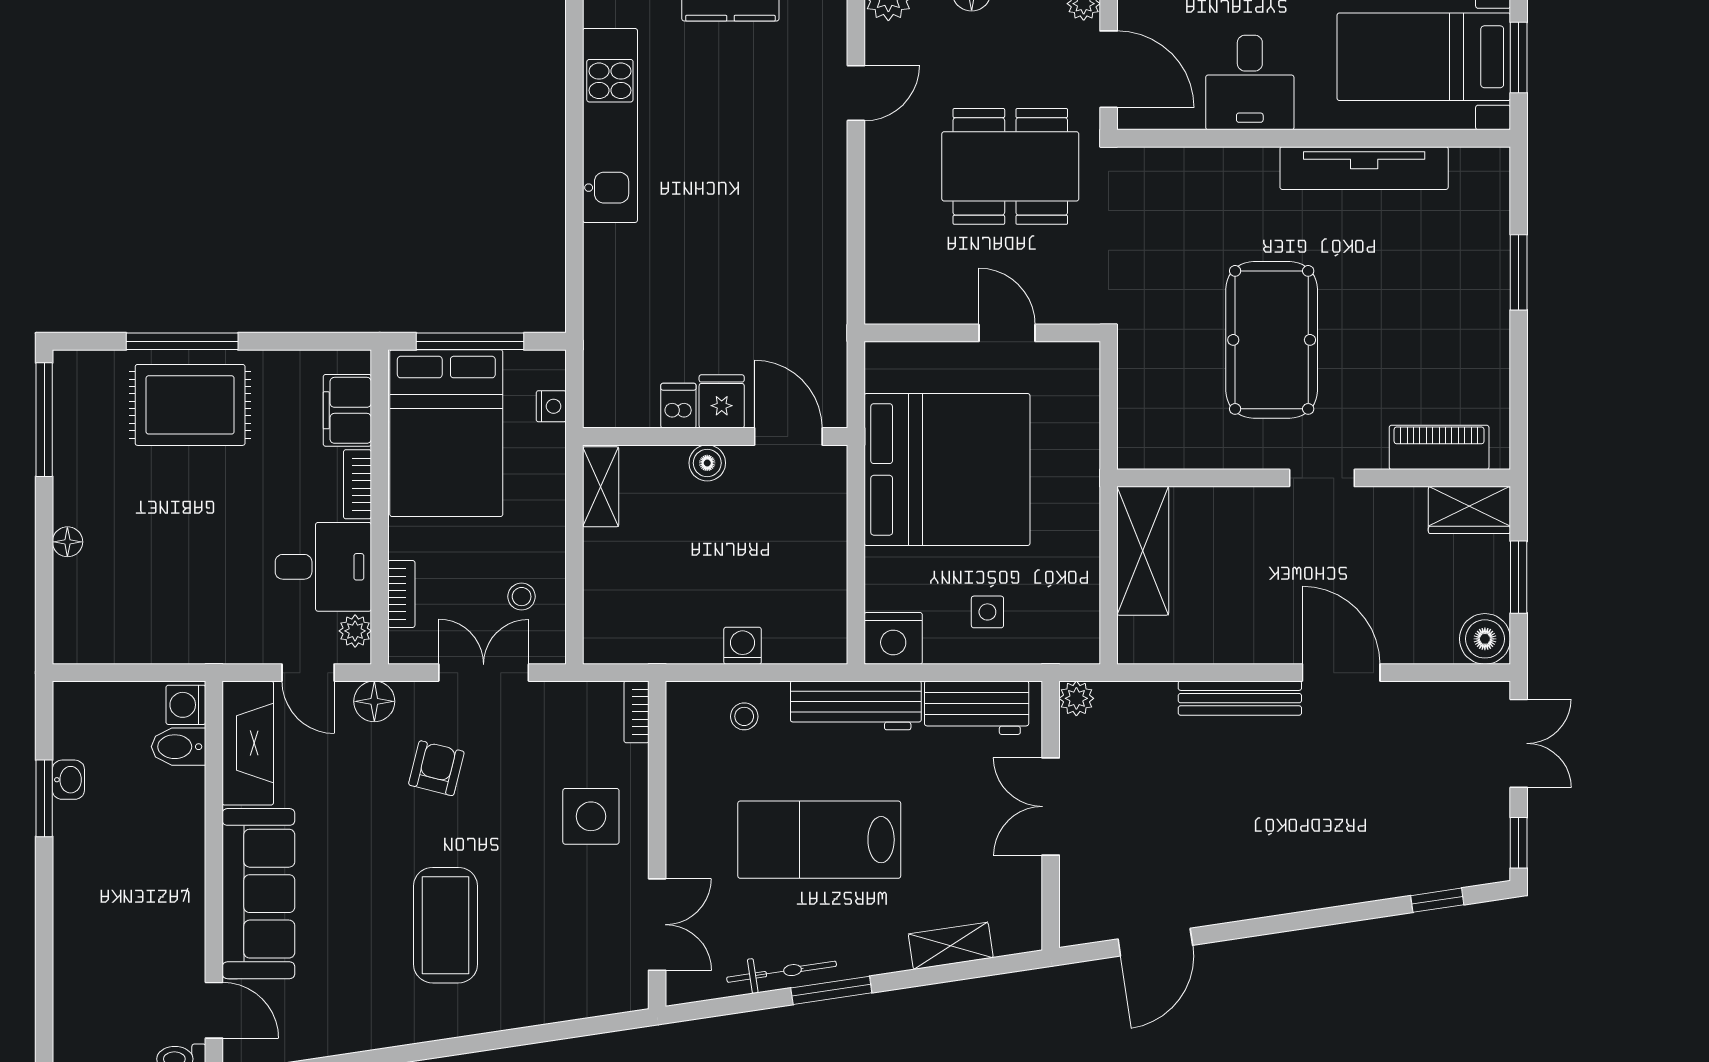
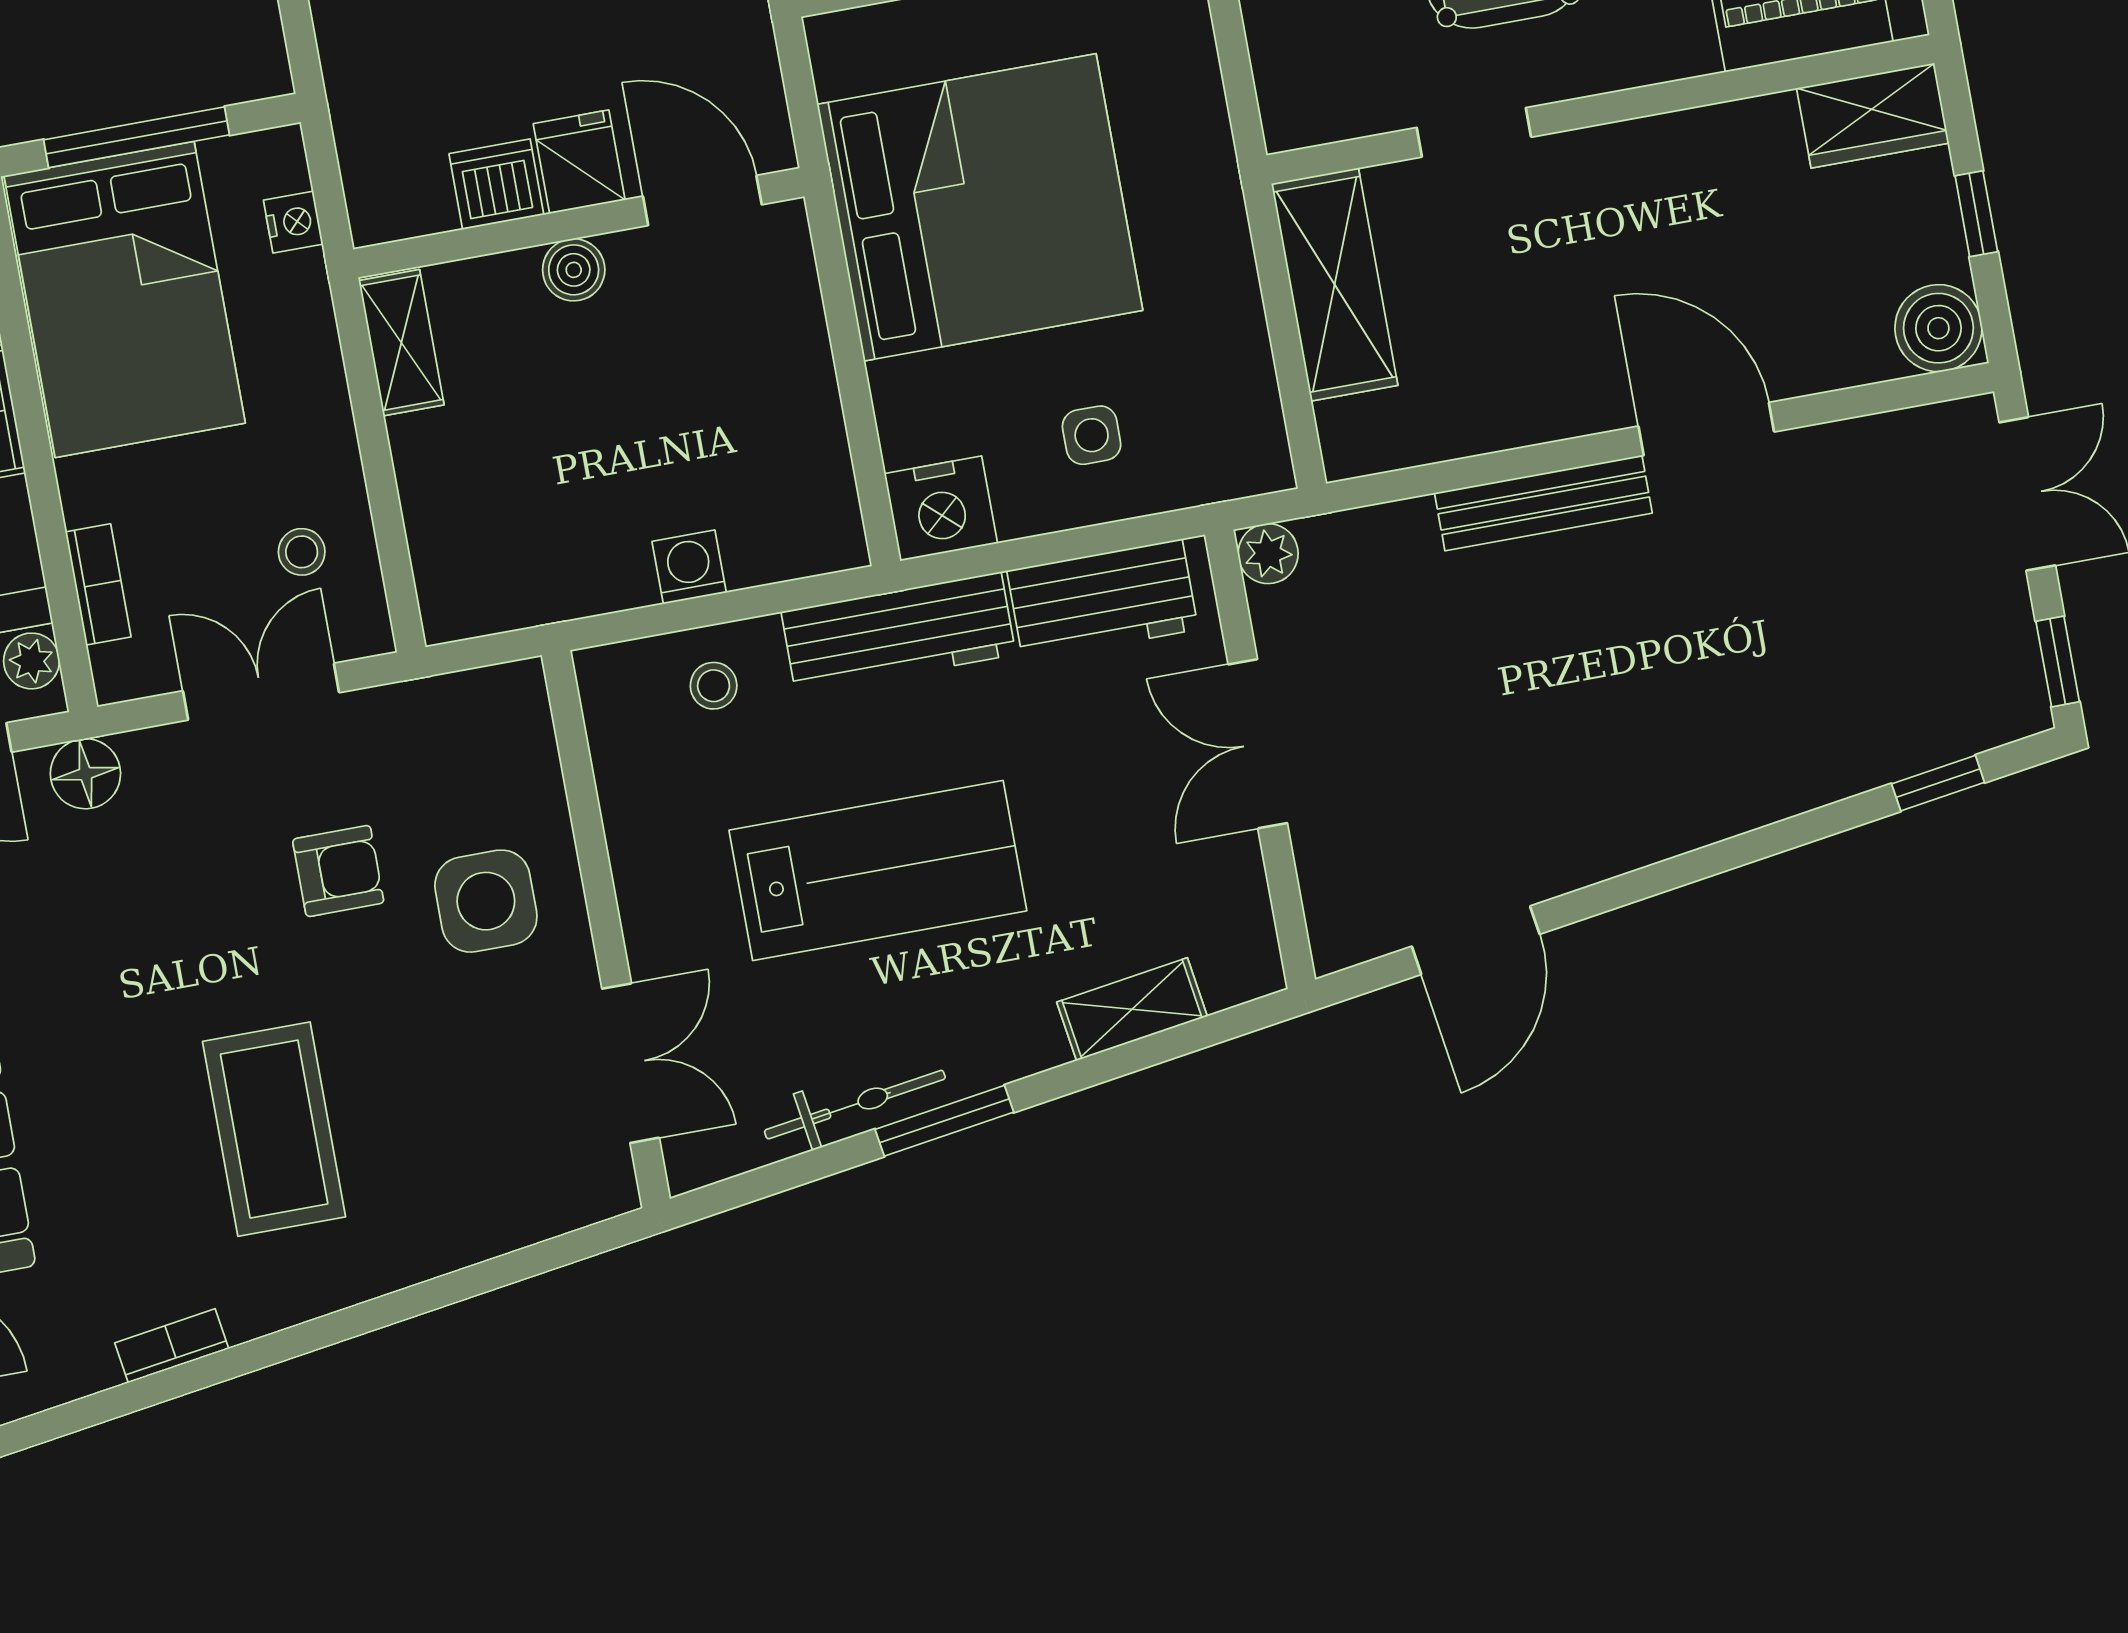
dishwasher: (678, 406) -> (496, 184), width x1.38
doorway: (1322, 478) -> (1474, 132), moved
window: (1519, 577) -> (1976, 214), width x0.67
bookcase: (636, 712) -> (172, 1346), moved, turned 82
armchair: (436, 768) -> (338, 871), moved, turned 76
lab bench: (819, 840) -> (878, 870), turned 180

